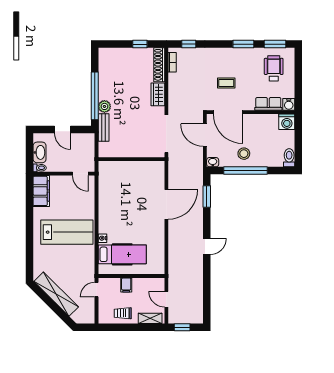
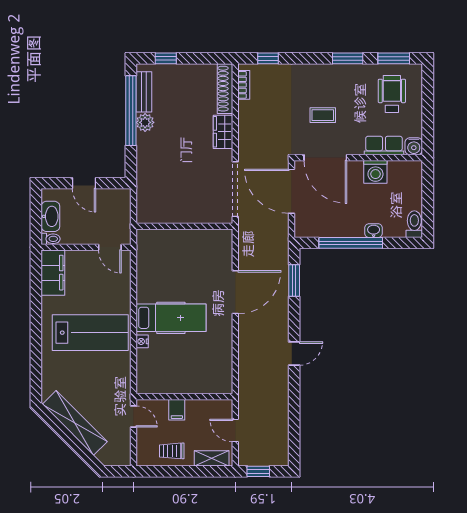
window: (140, 44) -> (166, 58), moved
window: (95, 96) -> (131, 111), moved
plant: (104, 106) -> (145, 122), moved
washing machine: (287, 122) -> (375, 172), moved
bench: (104, 127) -> (144, 92), moved
door: (205, 135) -> (292, 191), width x1.36
stool: (244, 154) -> (348, 218), removed
washbasin: (213, 162) -> (374, 231), moved
hospital bed: (122, 254) -> (171, 318), moved
door: (96, 290) -> (133, 417), swing flipped

